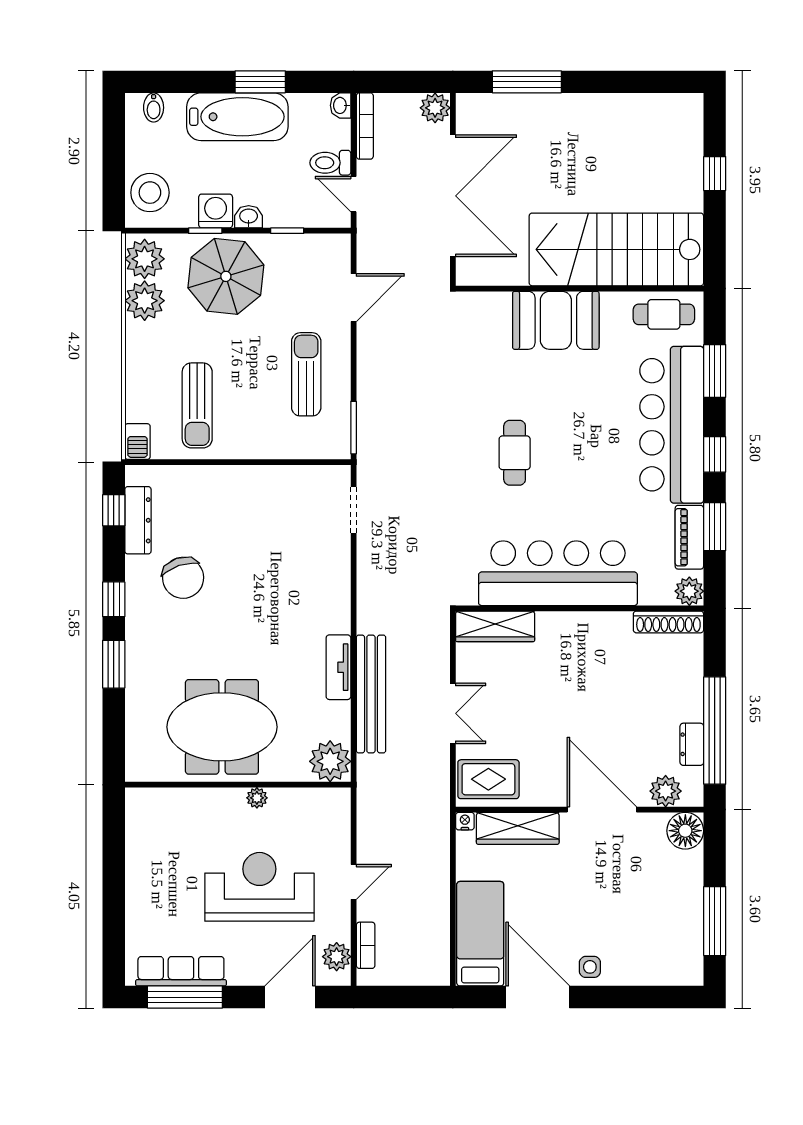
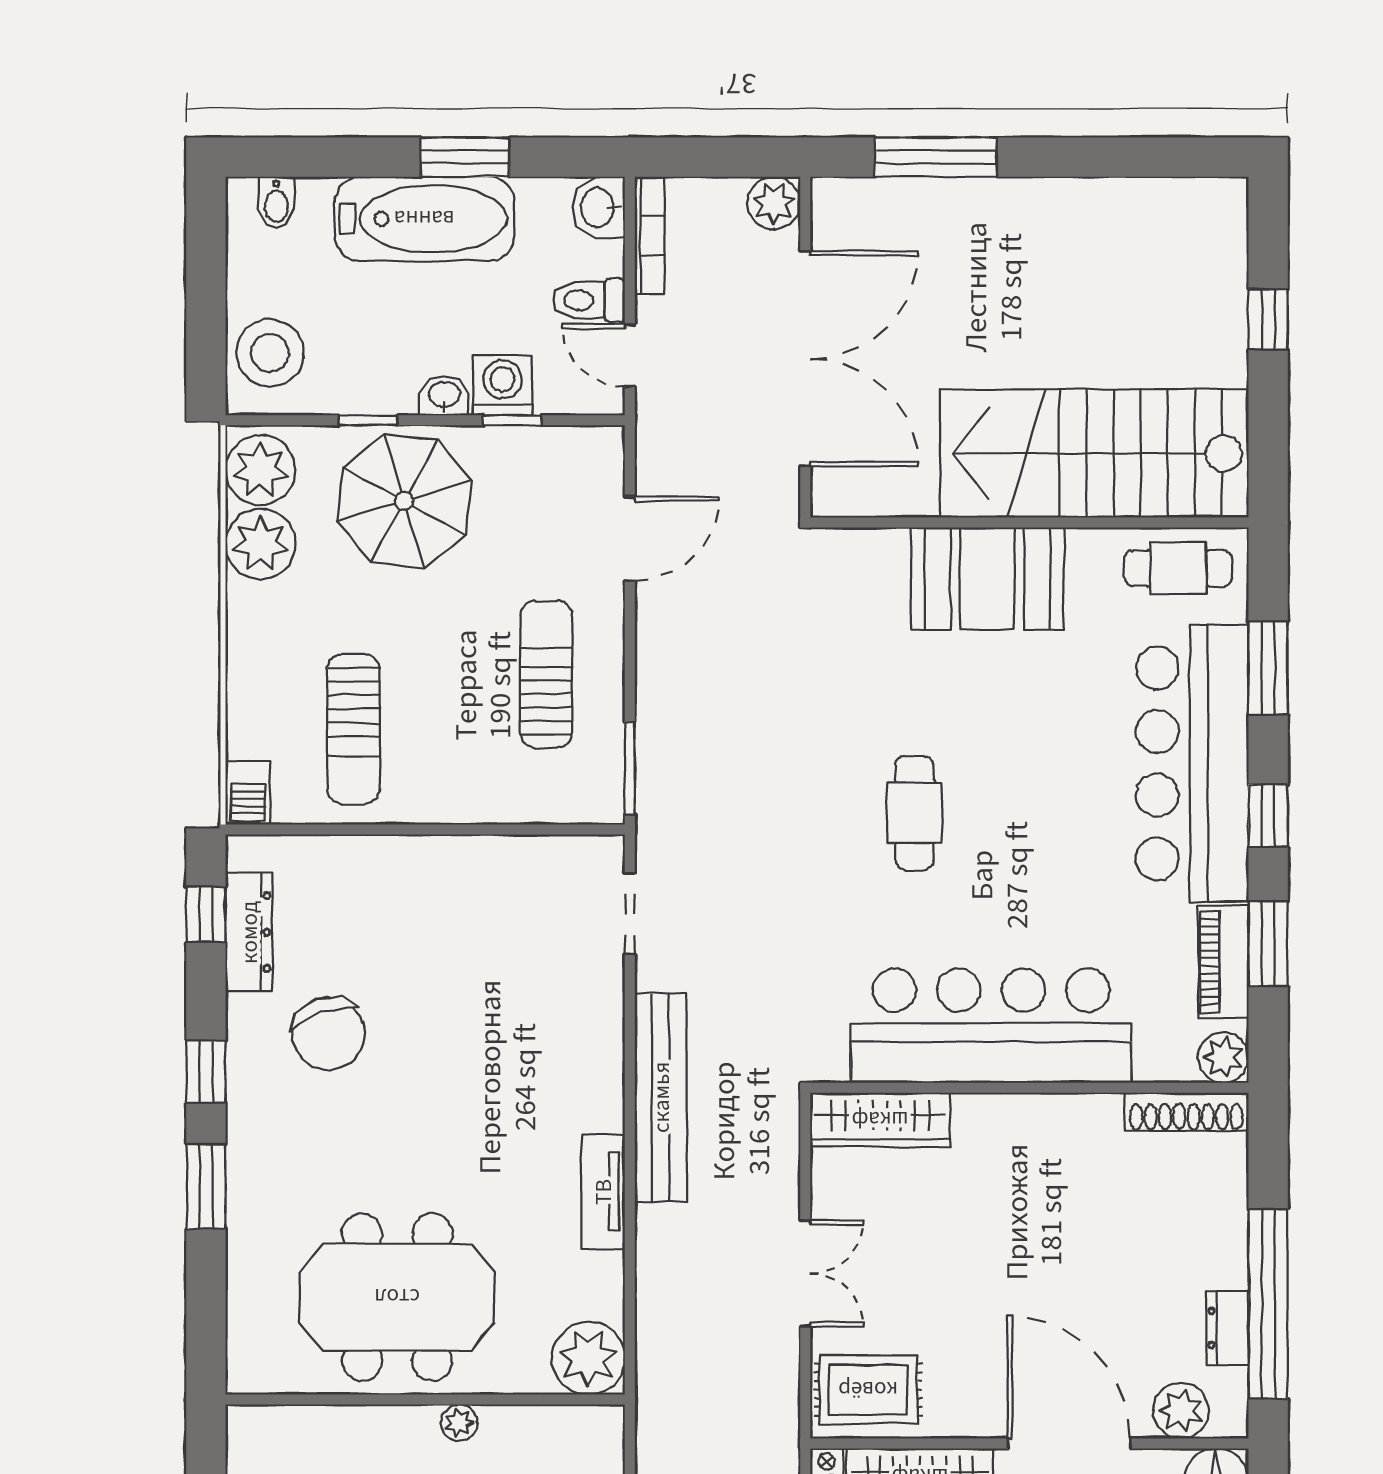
washbasin: (341, 105) -> (599, 208), width x1.38, depth x1.45
washing machine: (216, 211) -> (503, 385), moved
bench: (371, 694) -> (661, 1097), moved

